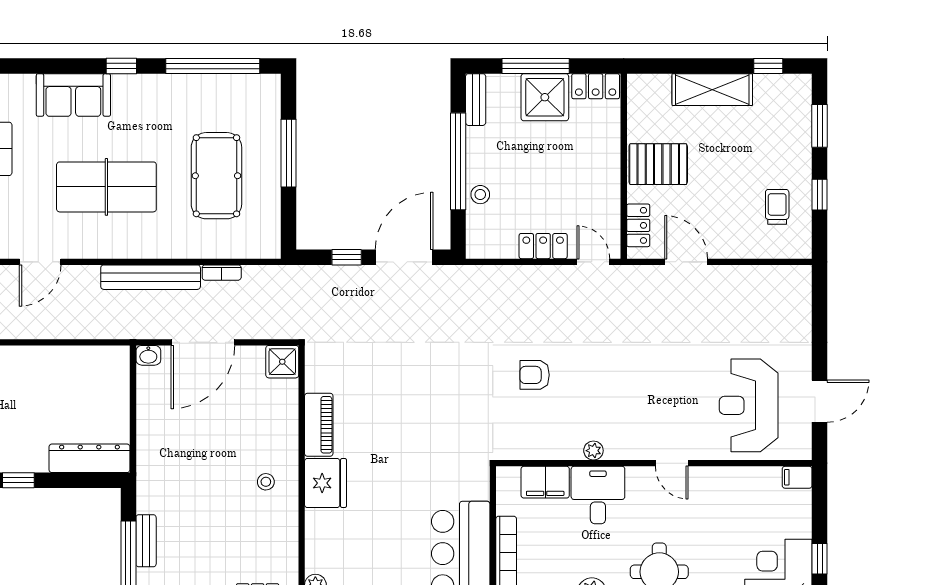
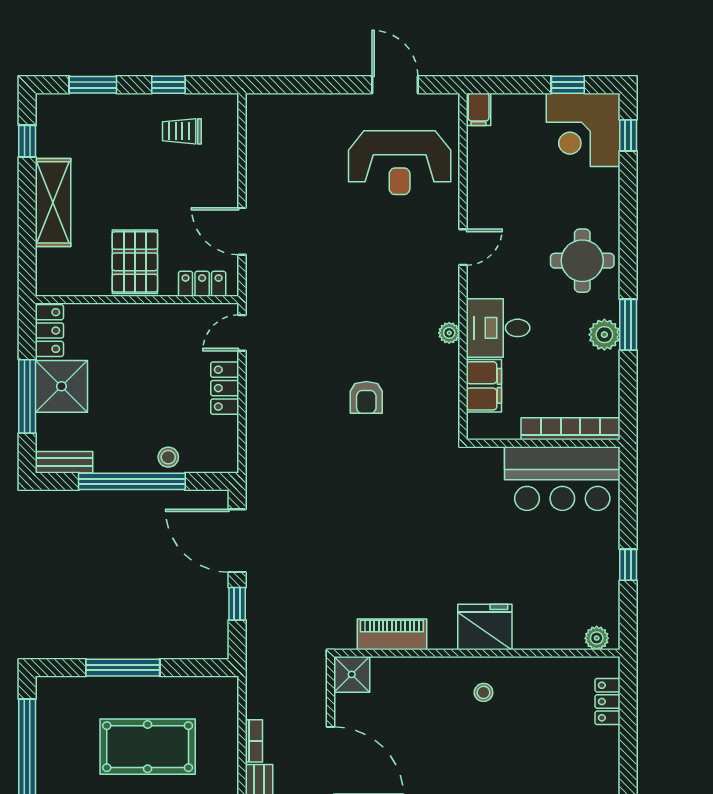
door: (686, 262) -> (242, 231), hinge flipped
piano: (319, 425) -> (392, 634), moved

